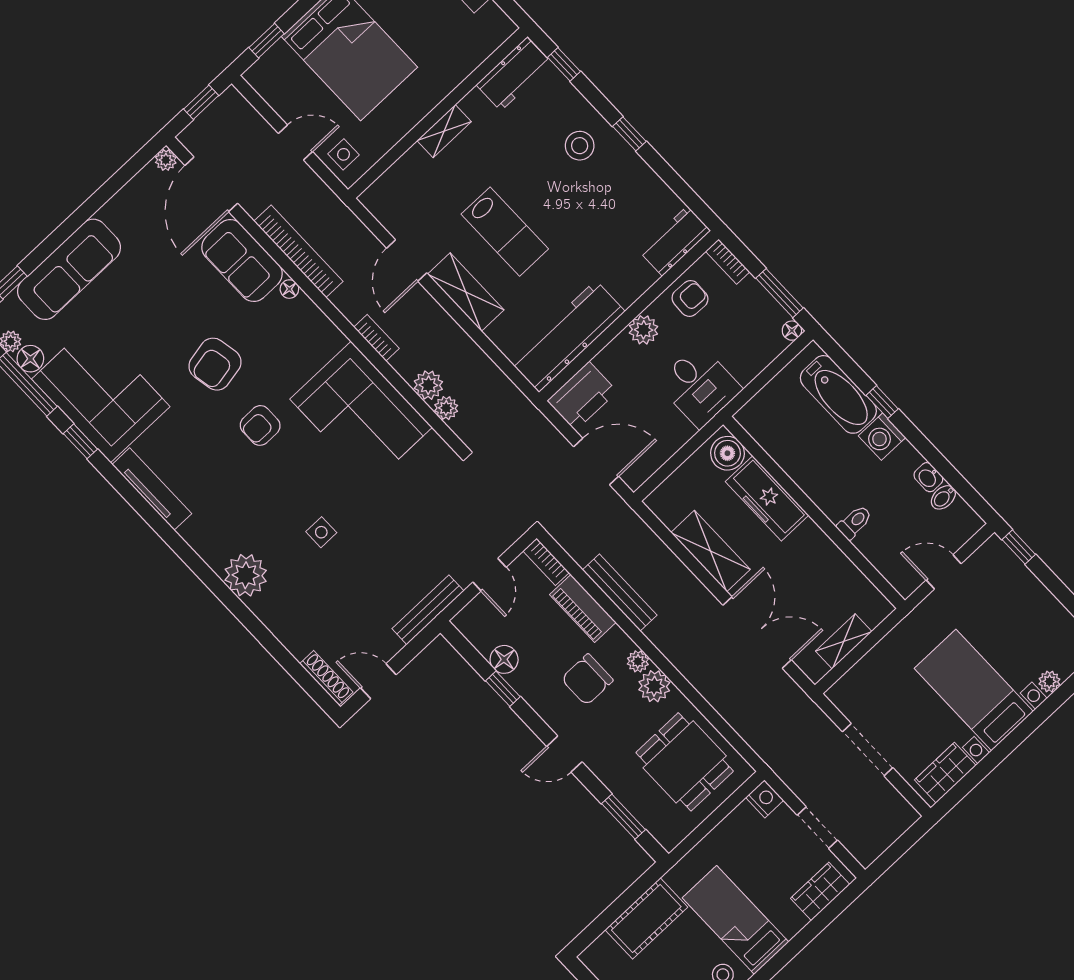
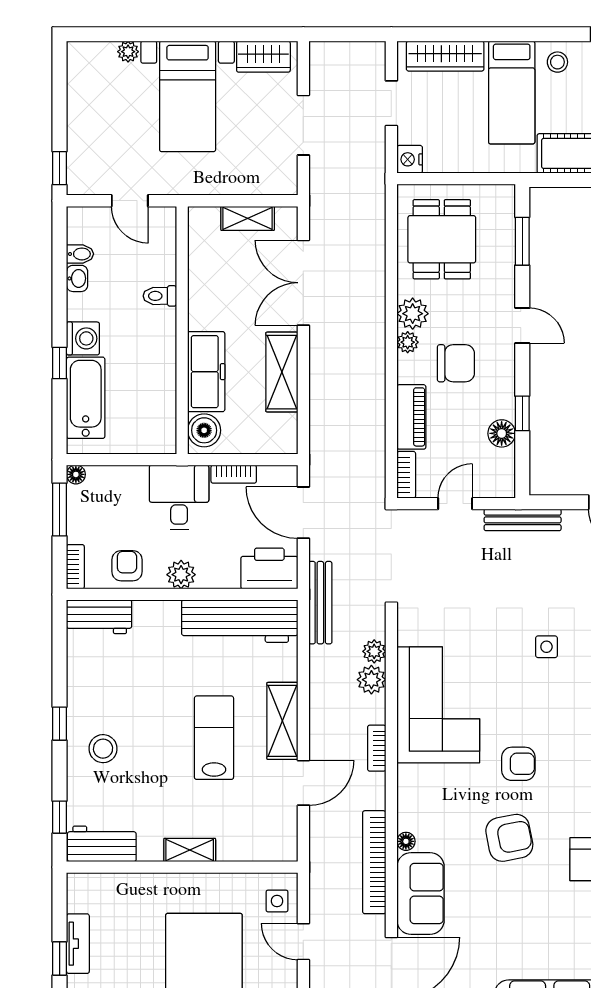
armchair: (690, 298) -> (127, 566), turned 88
bookcase: (675, 441) -> (234, 474), added
bench: (620, 593) -> (320, 603), moved
wardrobe: (820, 891) -> (445, 56), width x1.50

